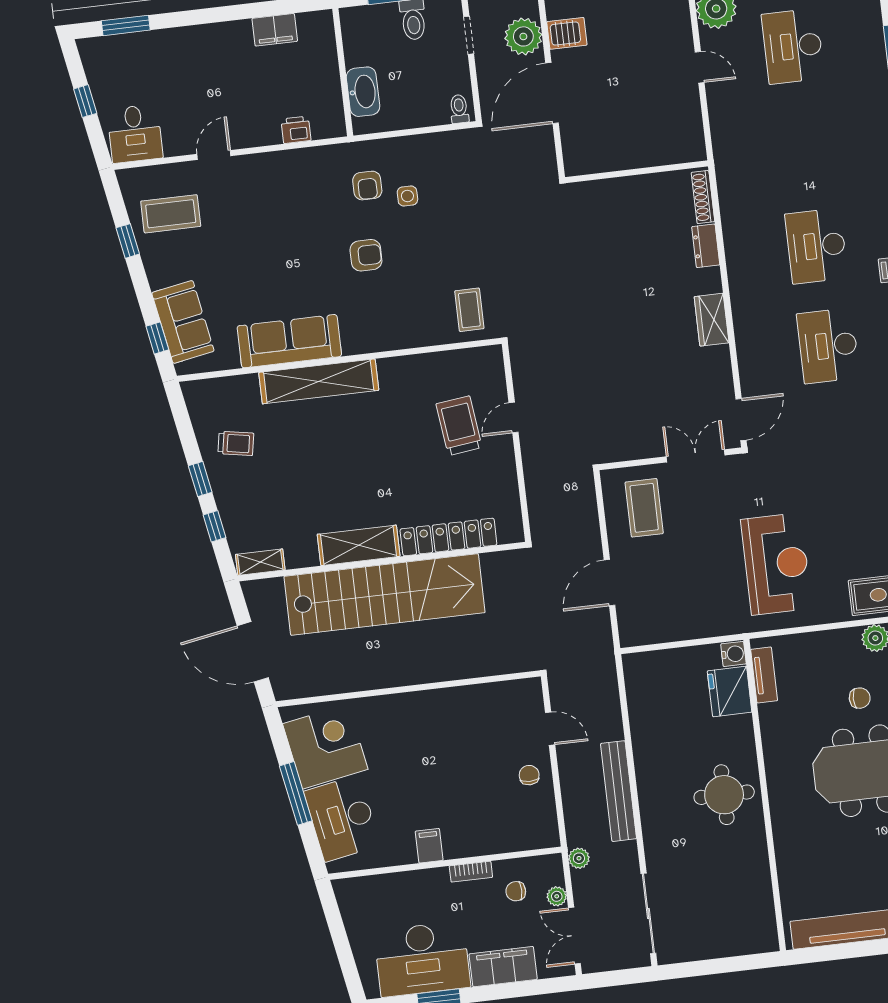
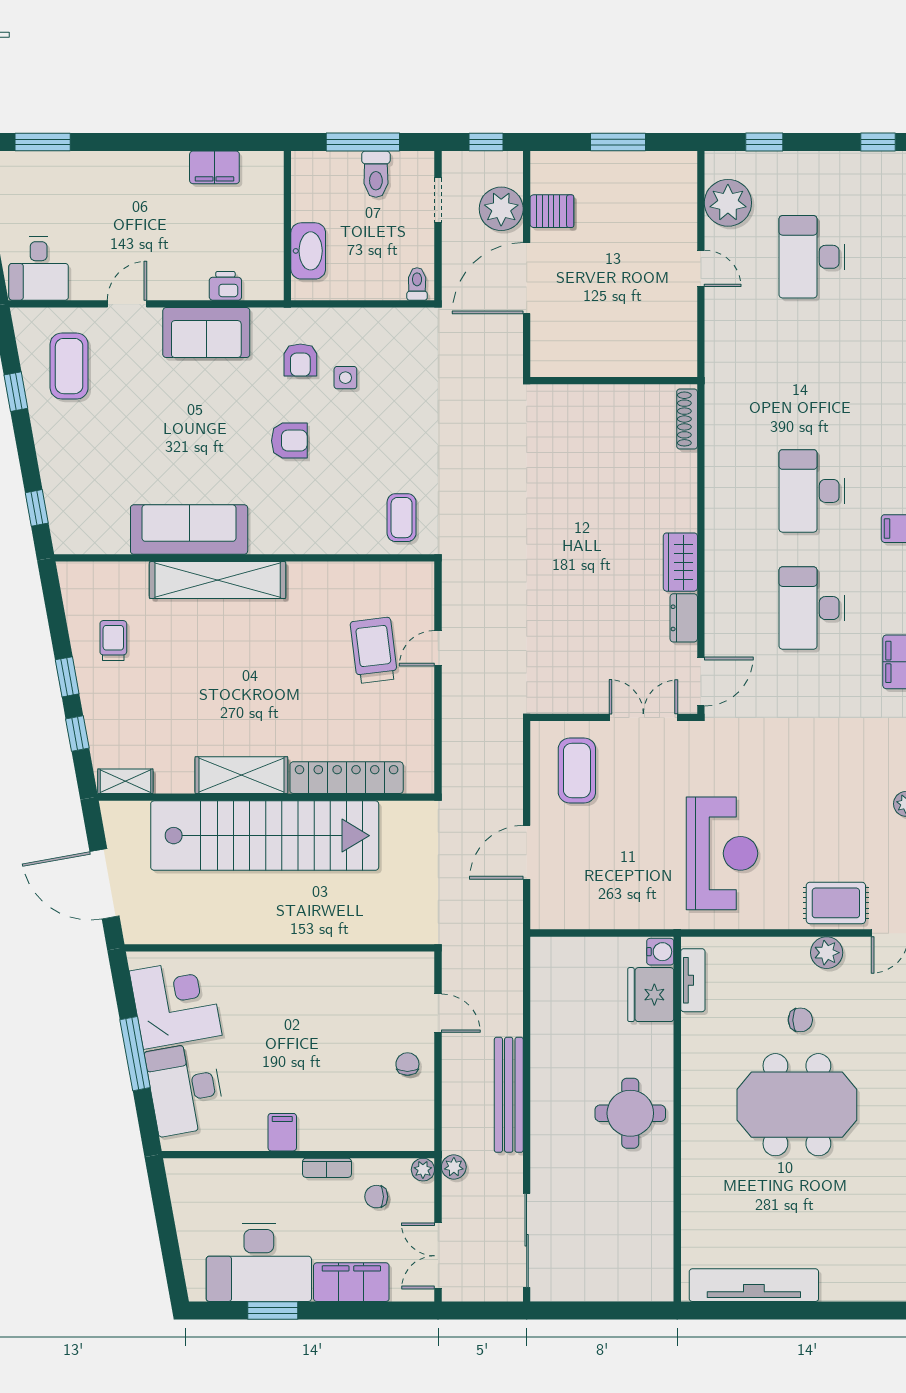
coffee table: (171, 214) -> (69, 366), turned 90
dresser: (706, 246) -> (684, 618), moved
sofa: (183, 322) -> (206, 333), moved, turned 100
trolley: (236, 443) -> (113, 641), turned -100
plant: (557, 896) -> (423, 1170), moved

